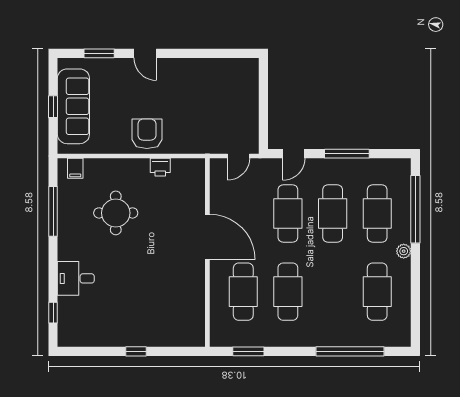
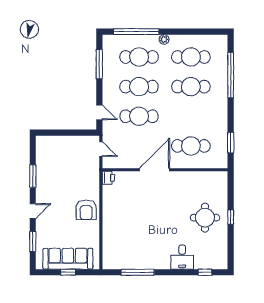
window: (198, 53) -> (33, 176), added
armchair: (147, 134) -> (86, 210), turned -90
window: (347, 154) -> (99, 64), moved
printer: (160, 167) -> (108, 178), moved
filing cabinet: (75, 168) -> (109, 257), removed
round table: (116, 213) -> (205, 218), moved
cafe table: (288, 292) -> (191, 87), moved

